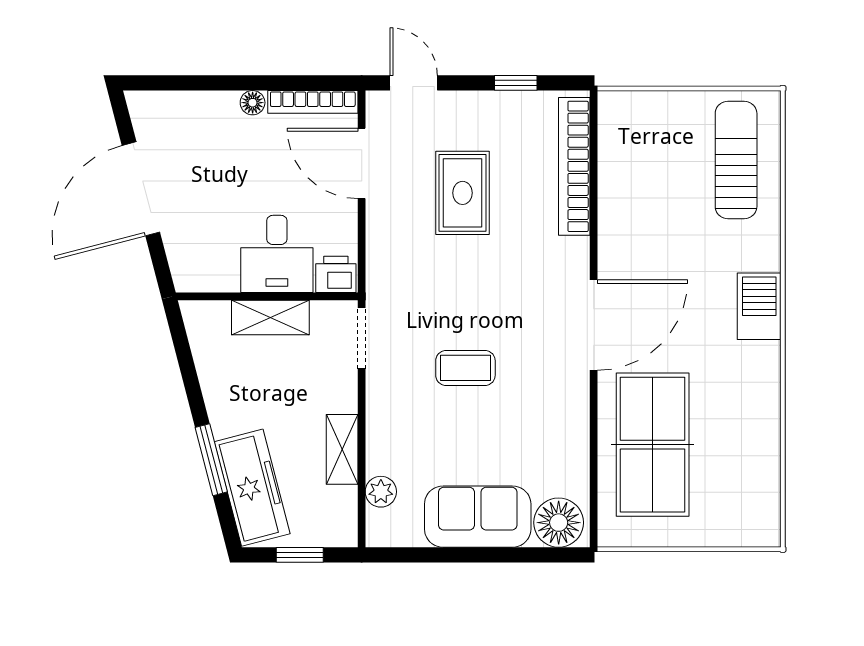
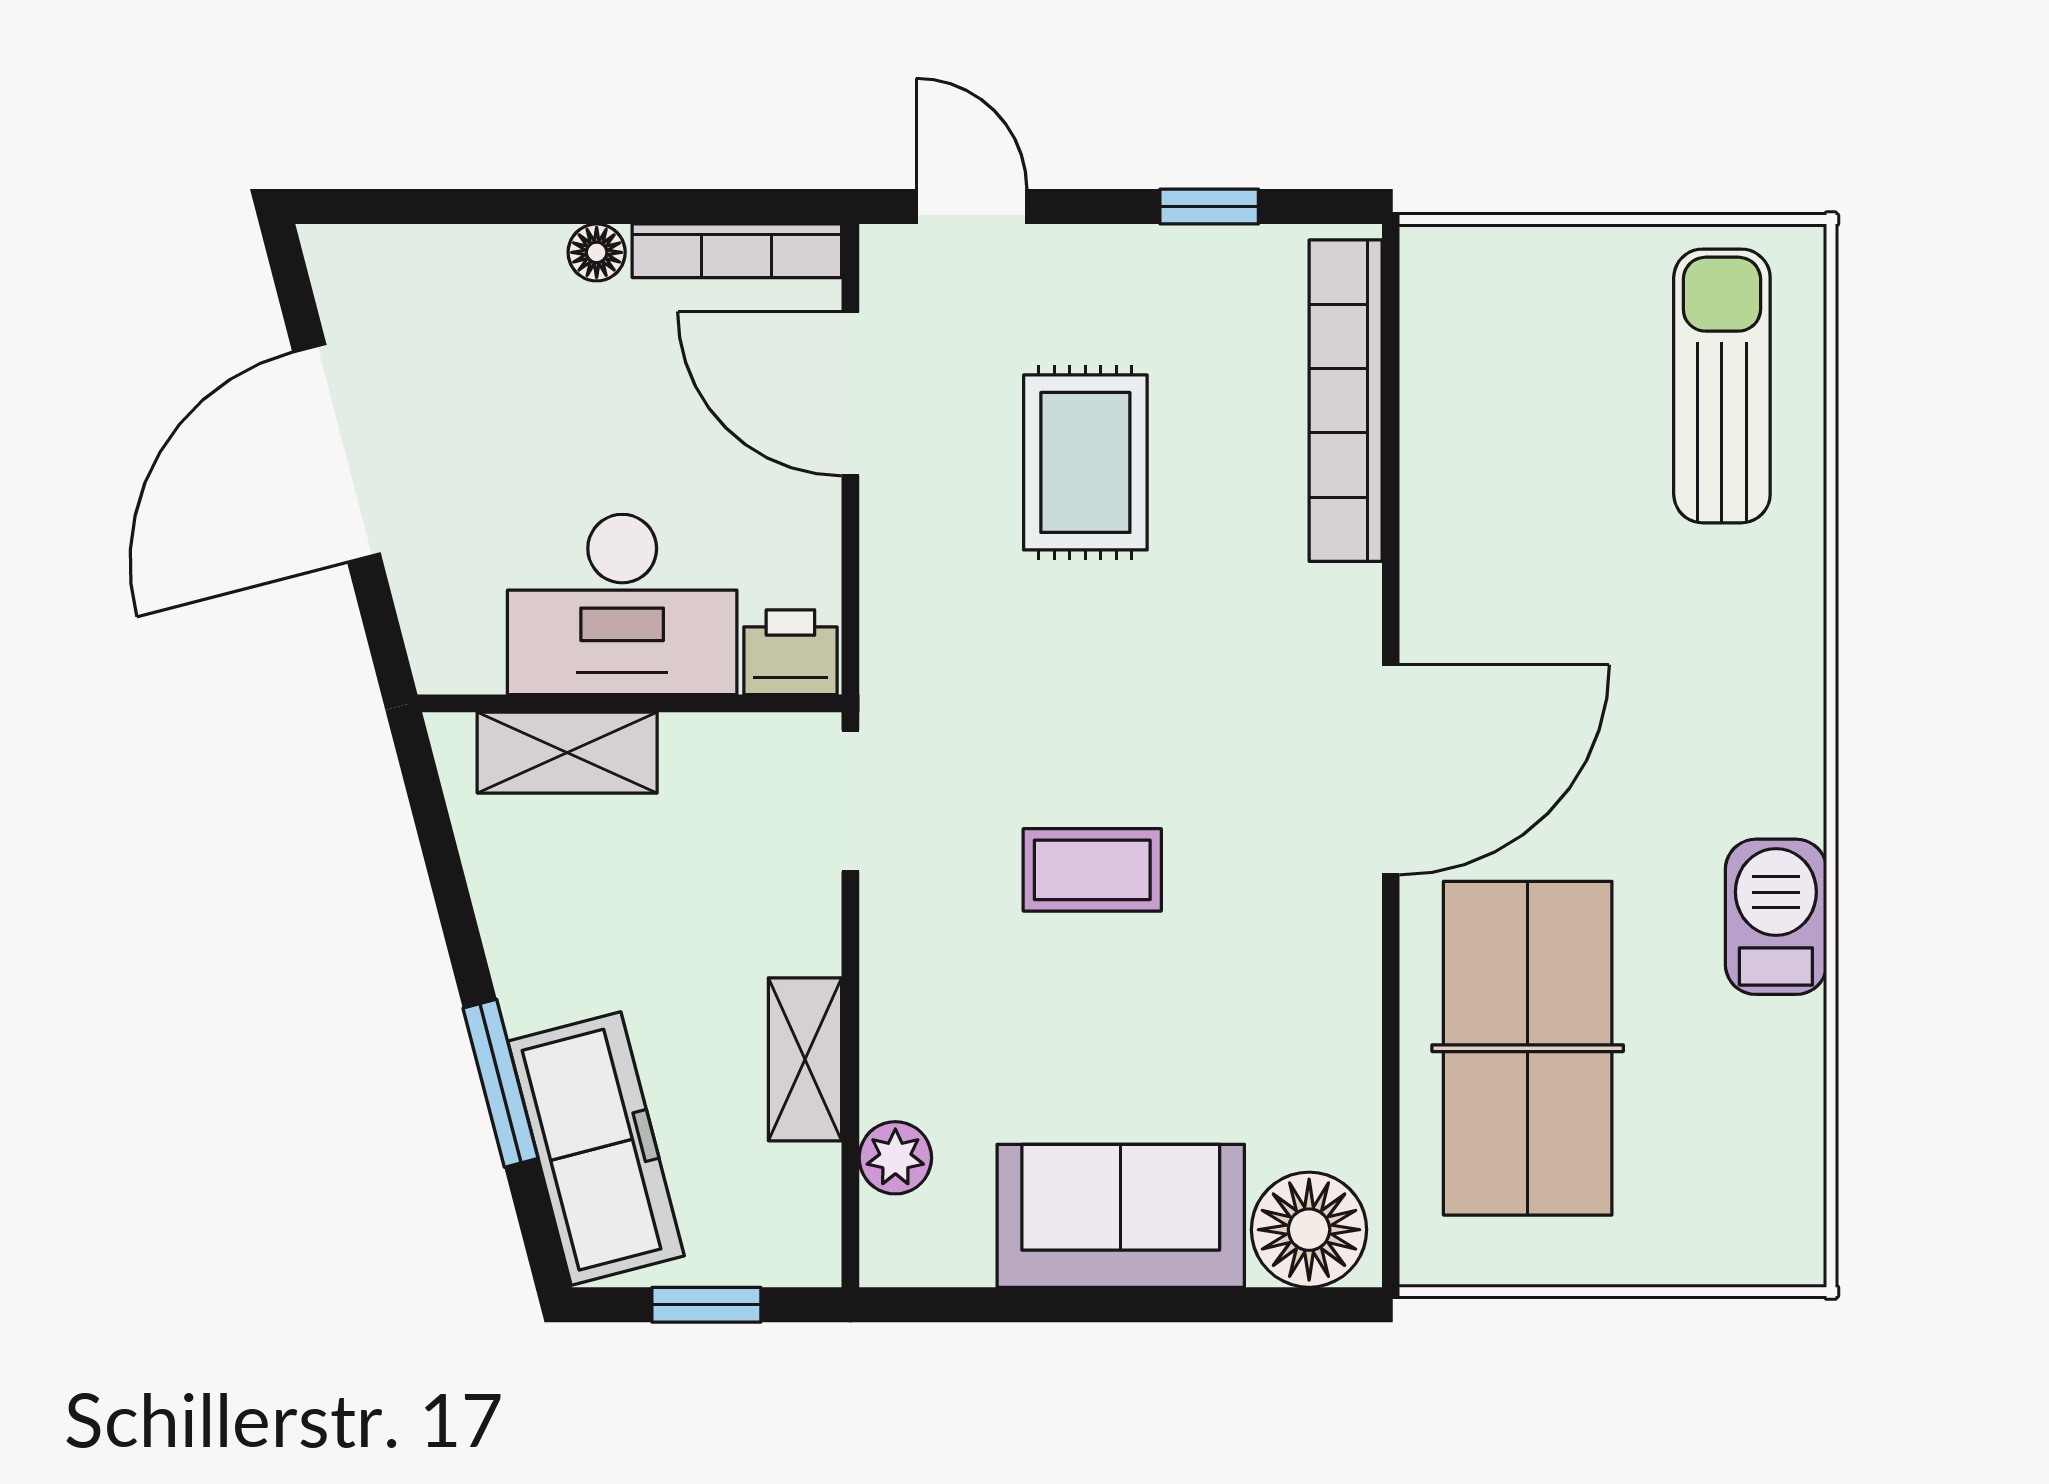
desk: (277, 254) -> (622, 604), width x1.37
barbecue: (759, 306) -> (1776, 917), moved
shelving: (270, 318) -> (567, 753), moved

